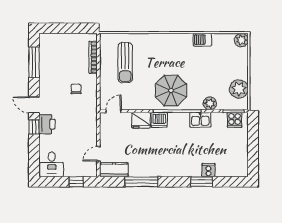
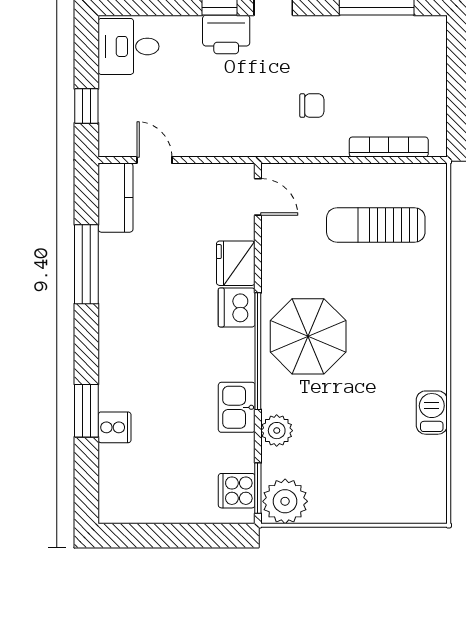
plant: (241, 40) -> (431, 507), removed
plant: (239, 89) -> (285, 501), moved

